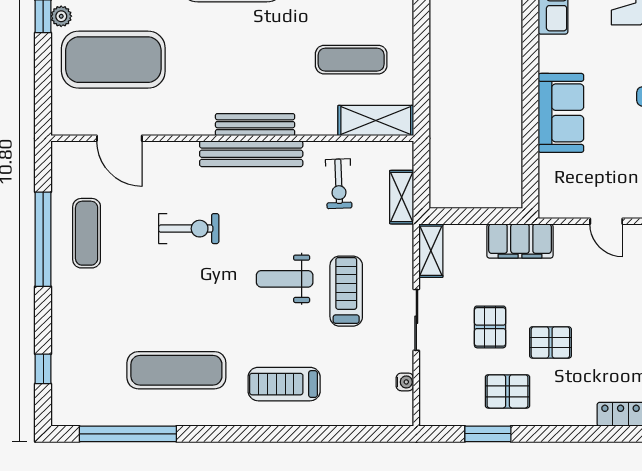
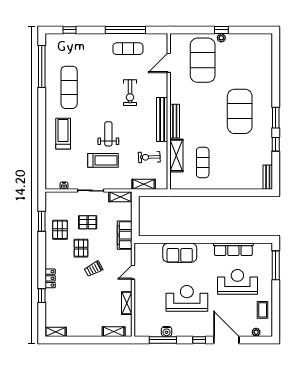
shelving: (376, 121) -> (176, 155), moved
trolley: (598, 313) -> (93, 269), added

